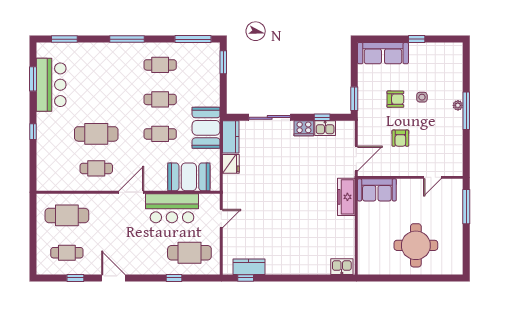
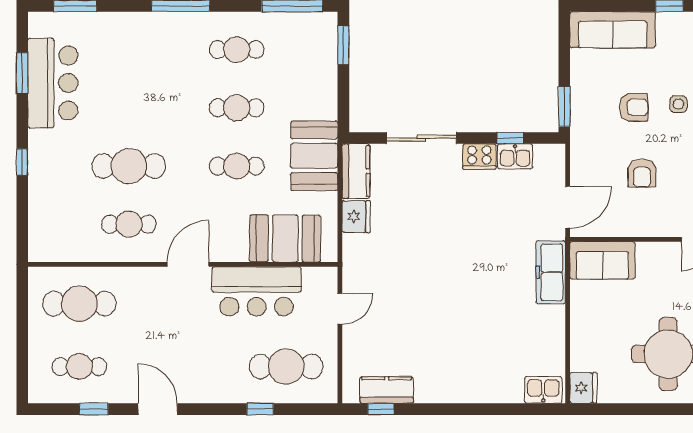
fridge: (366, 265) -> (583, 388), added

